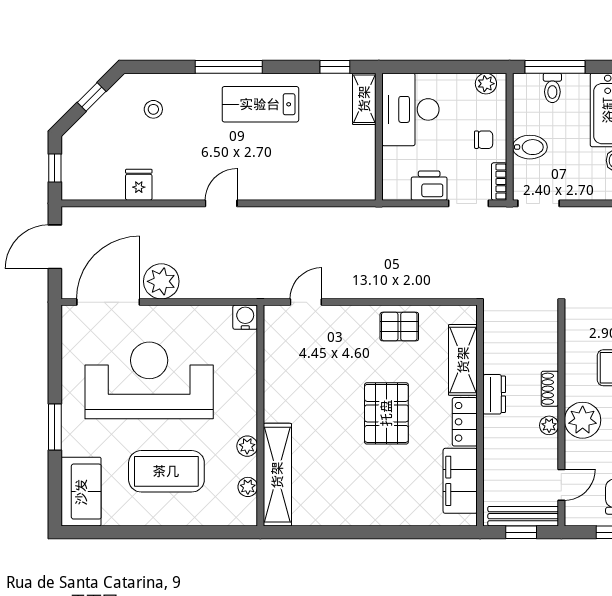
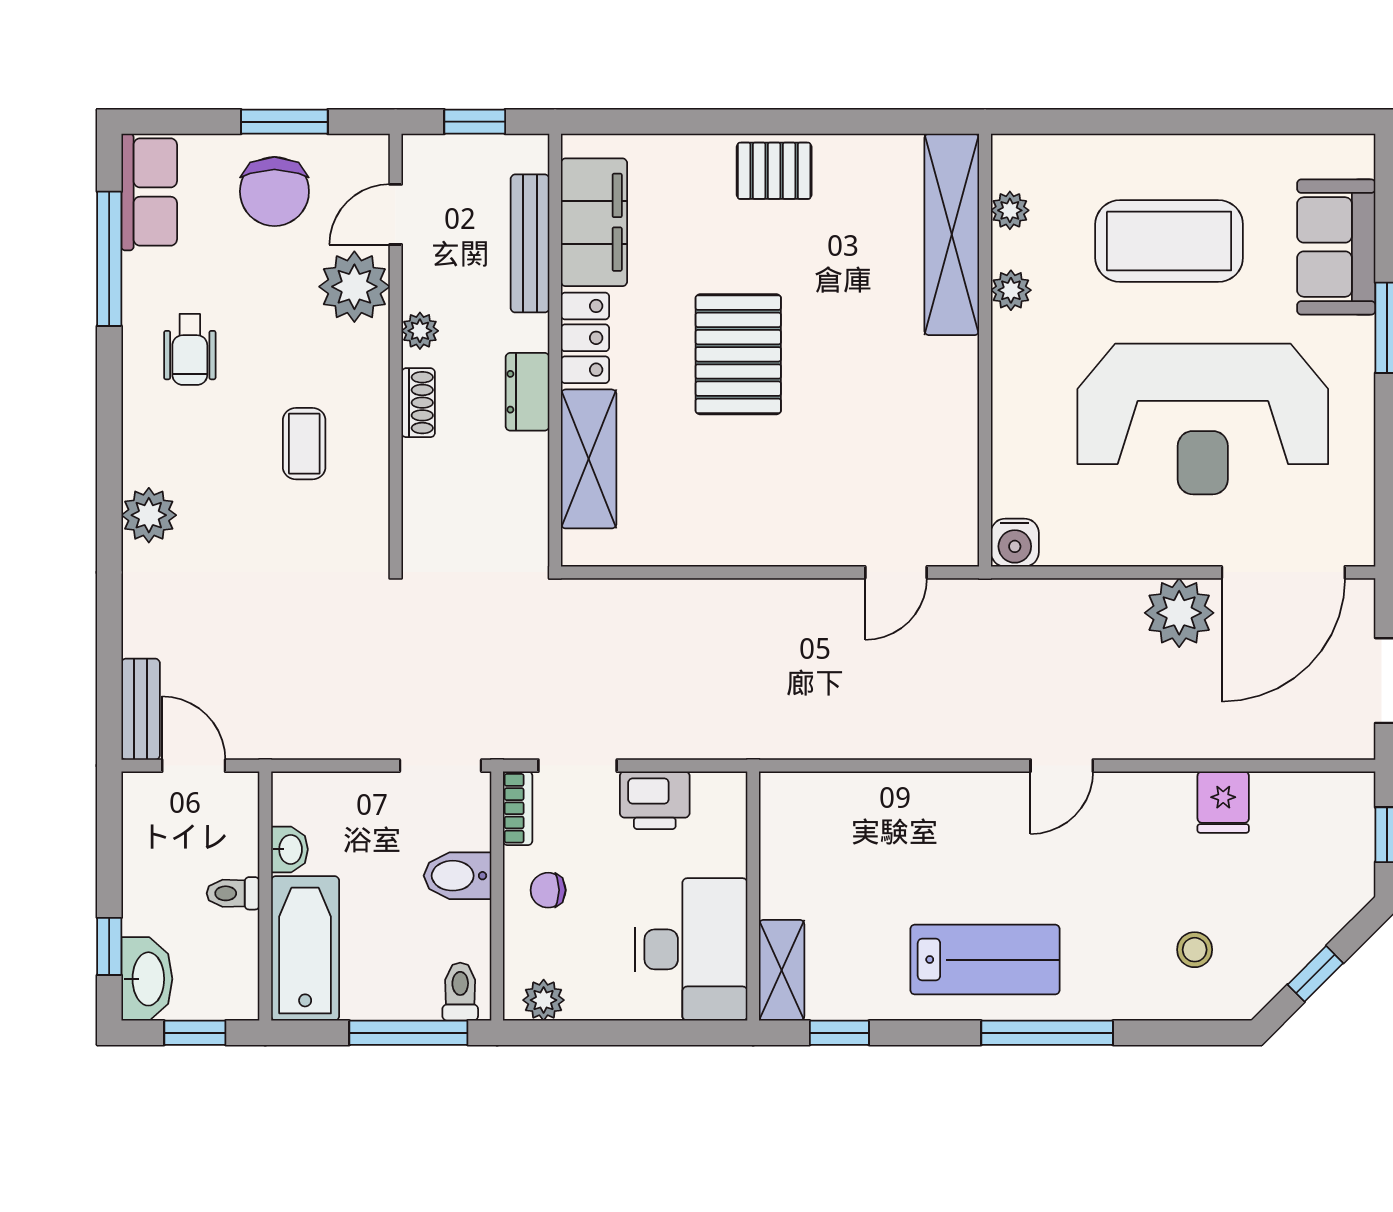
toilet: (552, 88) -> (460, 992), moved
pallet: (399, 327) -> (774, 171), moved
plant: (583, 420) -> (354, 287), moved
sofa: (81, 492) -> (1336, 247), moved
bench: (523, 516) -> (530, 243), moved, turned 90

